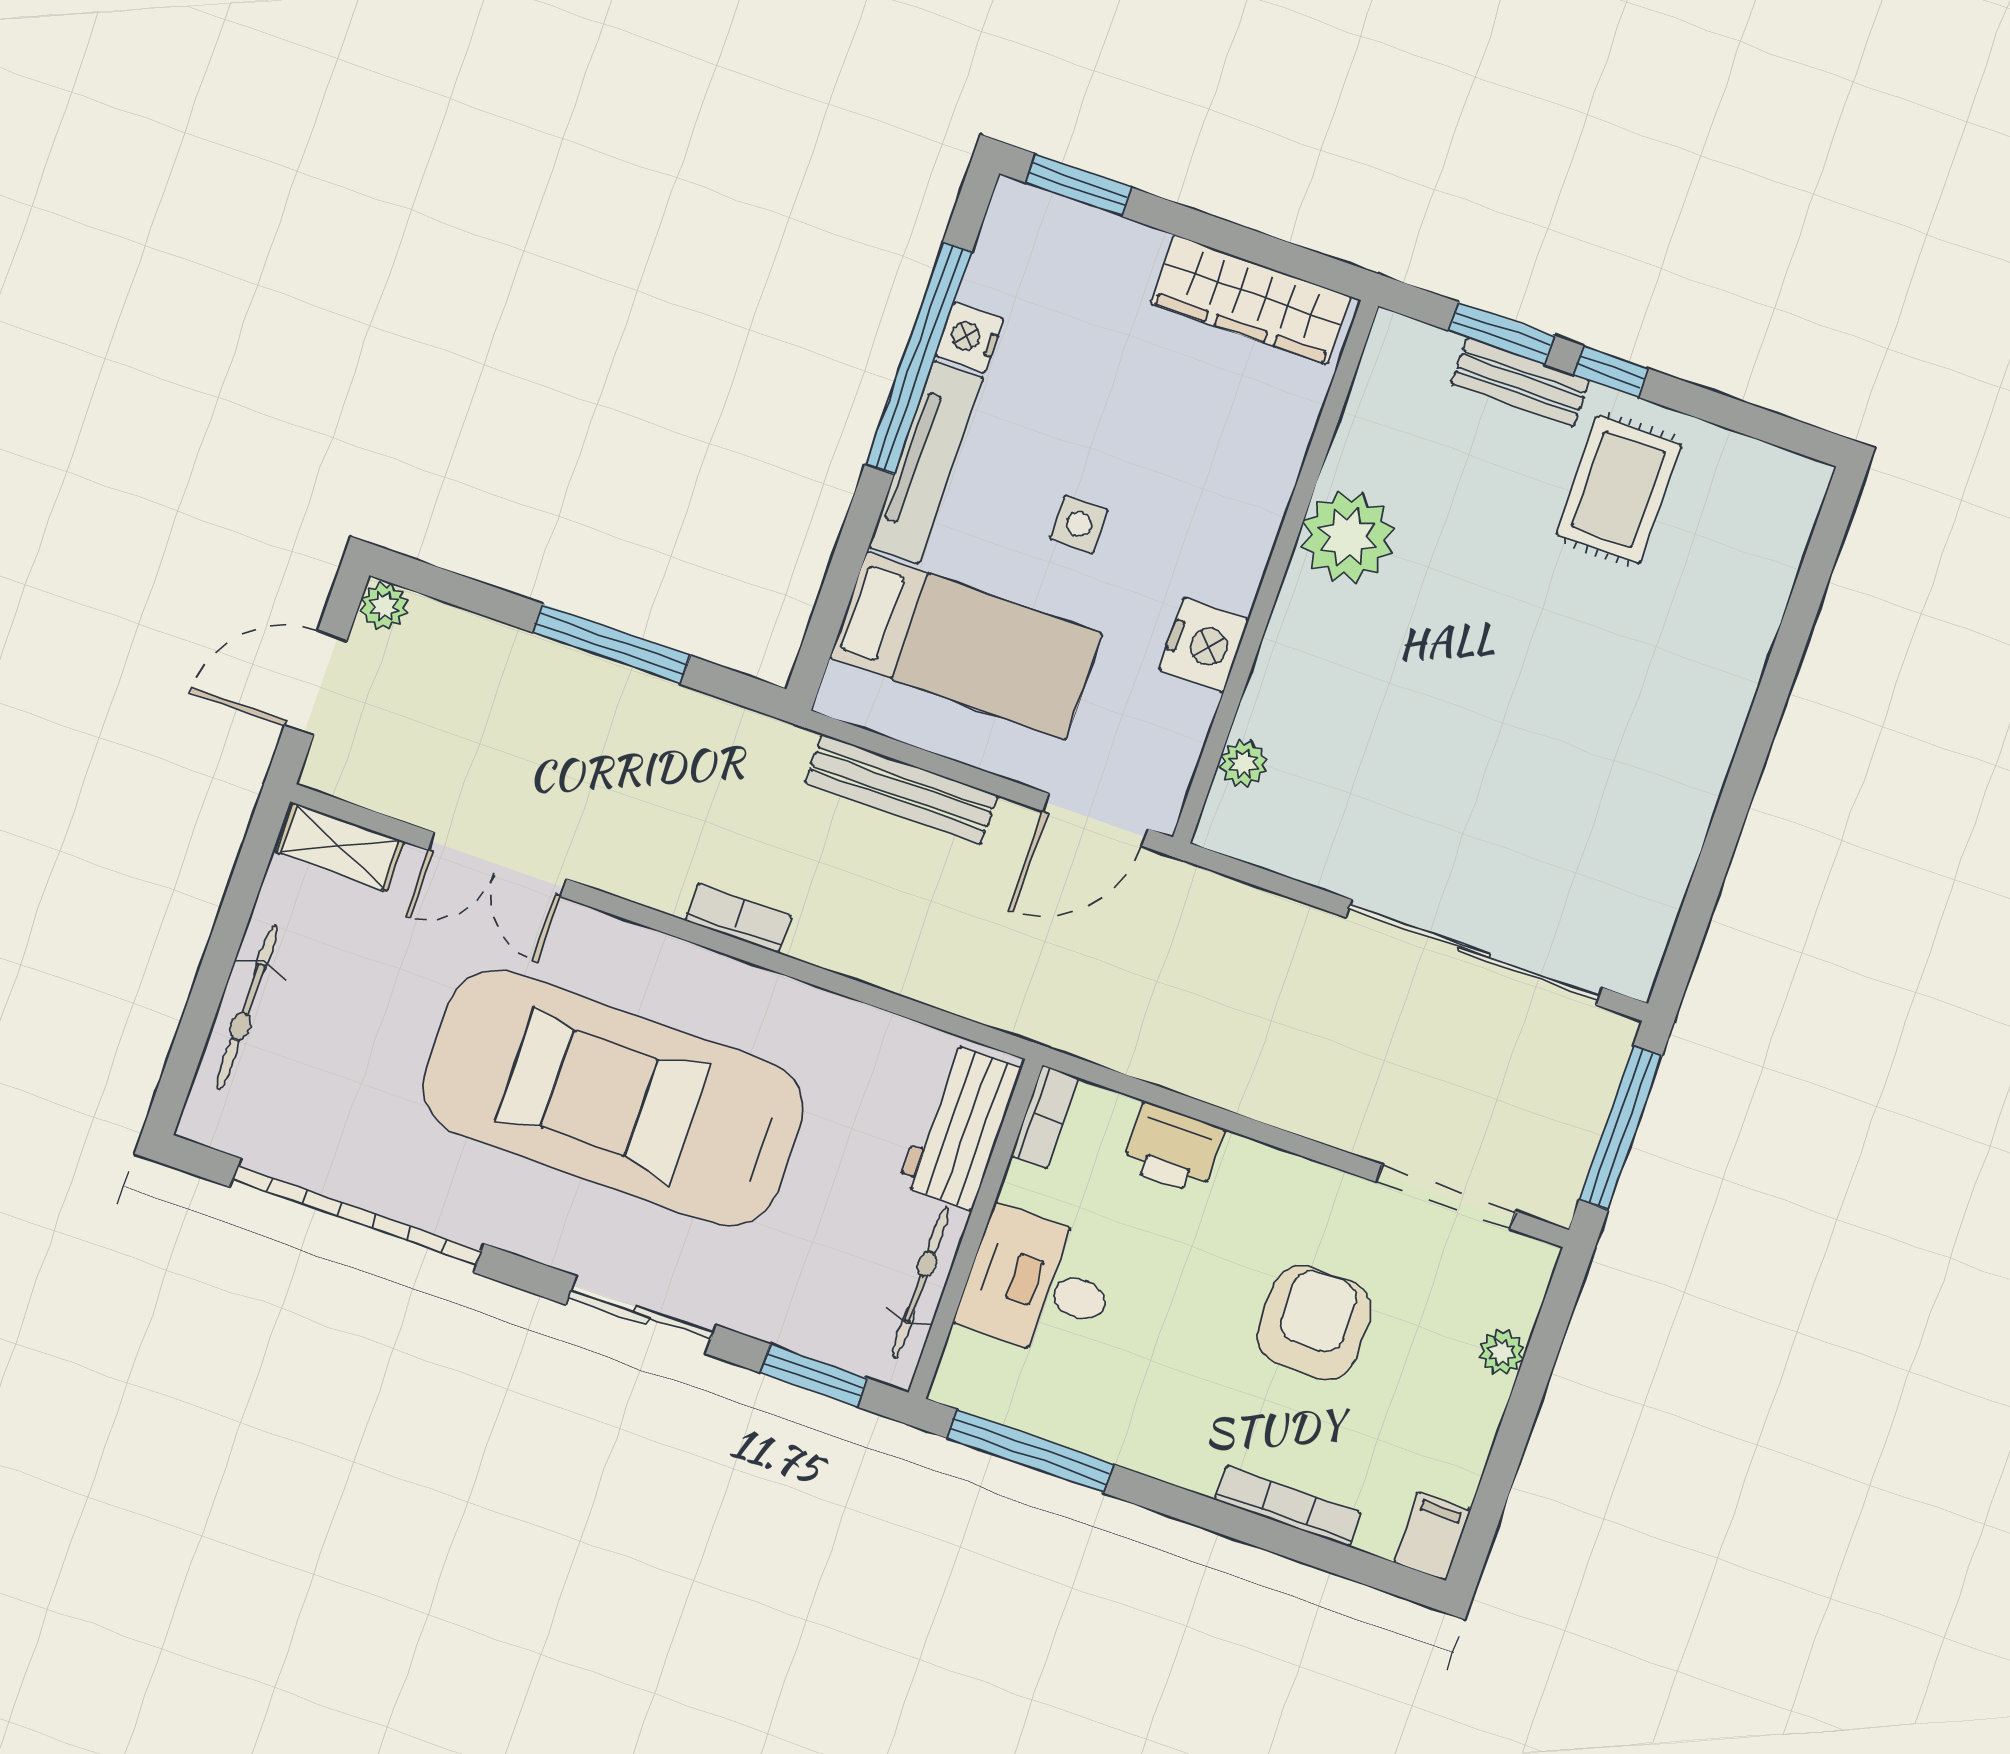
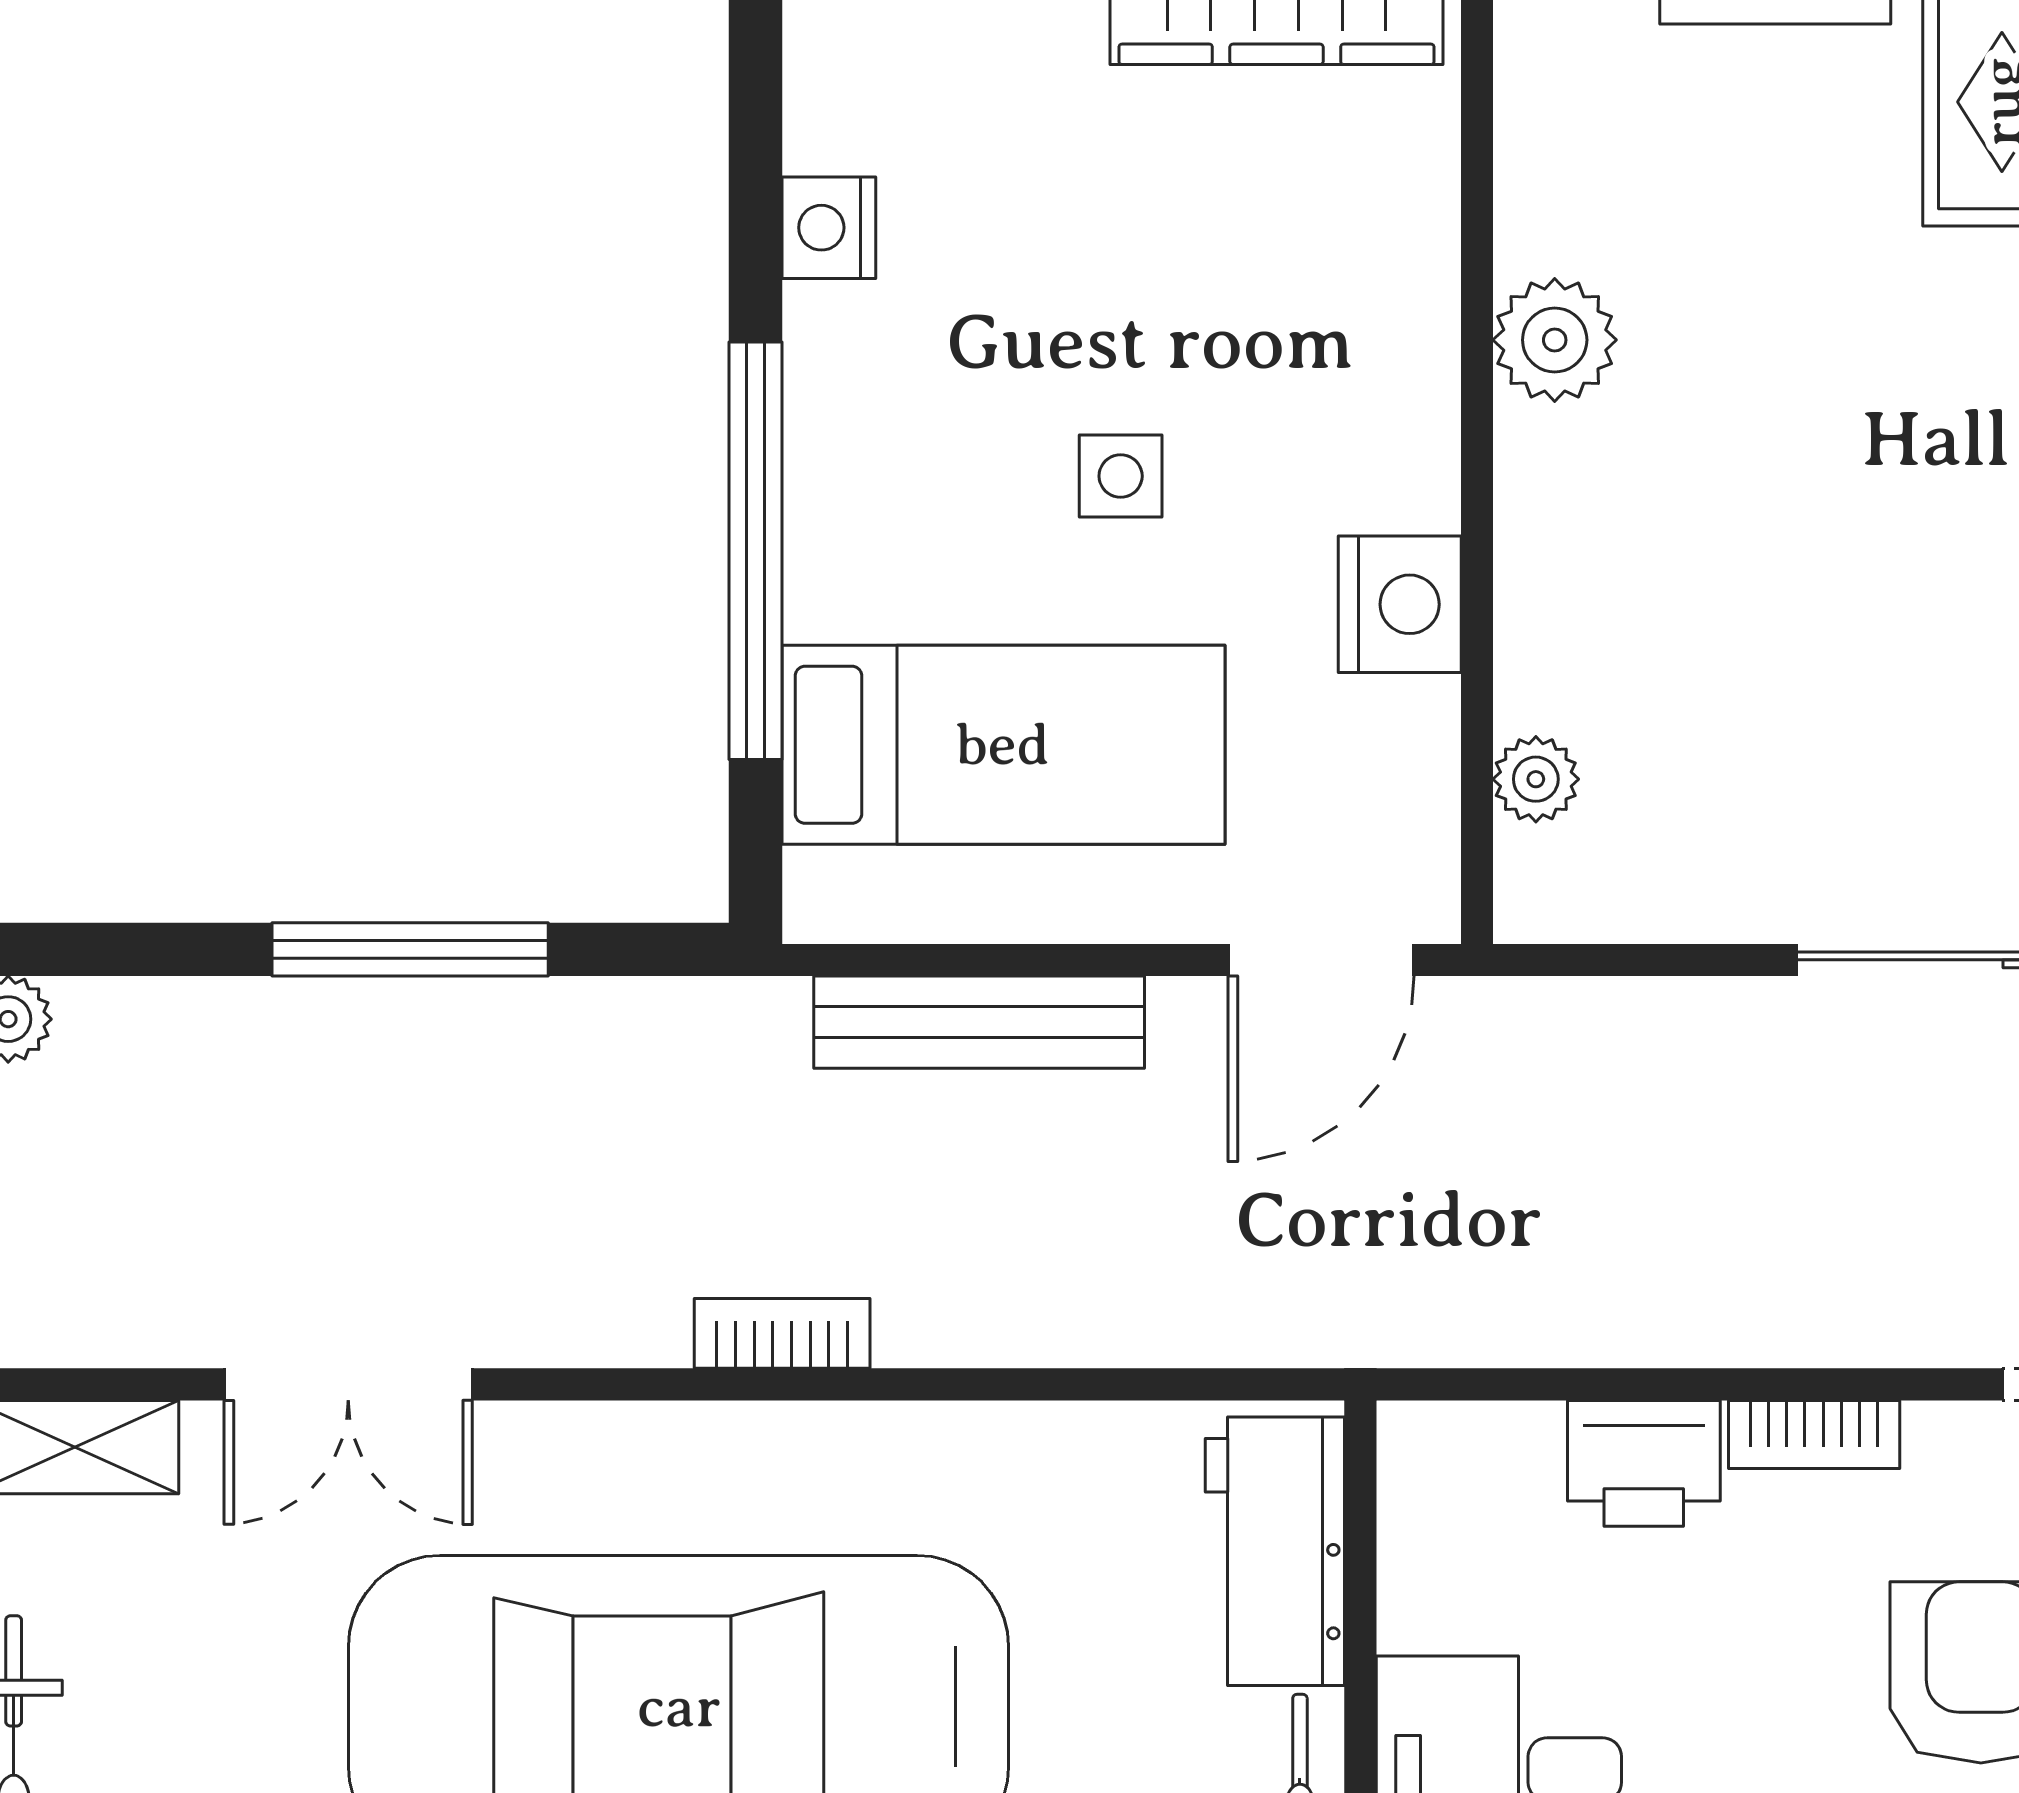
window: (919, 358) -> (755, 551), moved
tv unit: (926, 462) -> (829, 462), removed
plant: (1348, 537) -> (1555, 340), width x0.73, depth x0.73
bookcase: (1045, 1117) -> (1814, 1435), moved, turned 90

